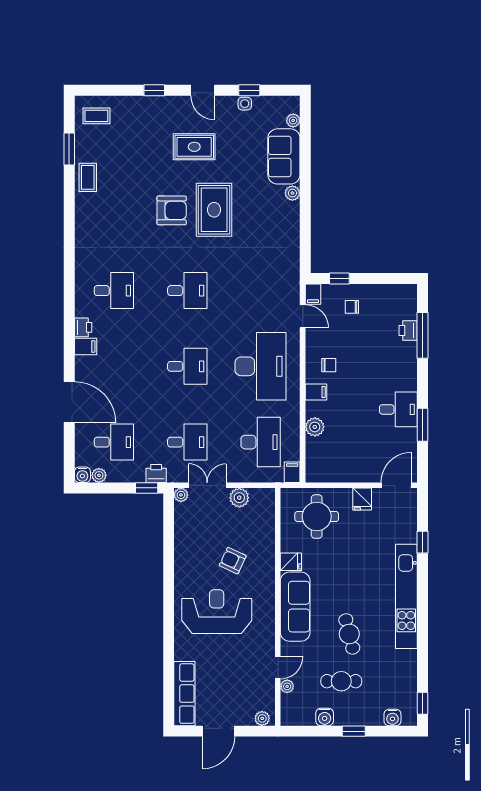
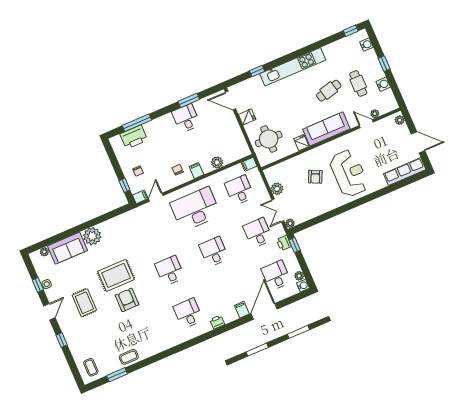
plant: (292, 193) -> (92, 236), width x1.87, depth x1.87
printer: (408, 331) -> (134, 137), width x1.87, depth x1.48
filing cabinet: (86, 346) -> (242, 310), moved
desk: (261, 442) -> (239, 190), width x0.73
reception desk: (217, 612) -> (349, 173), turned 180

